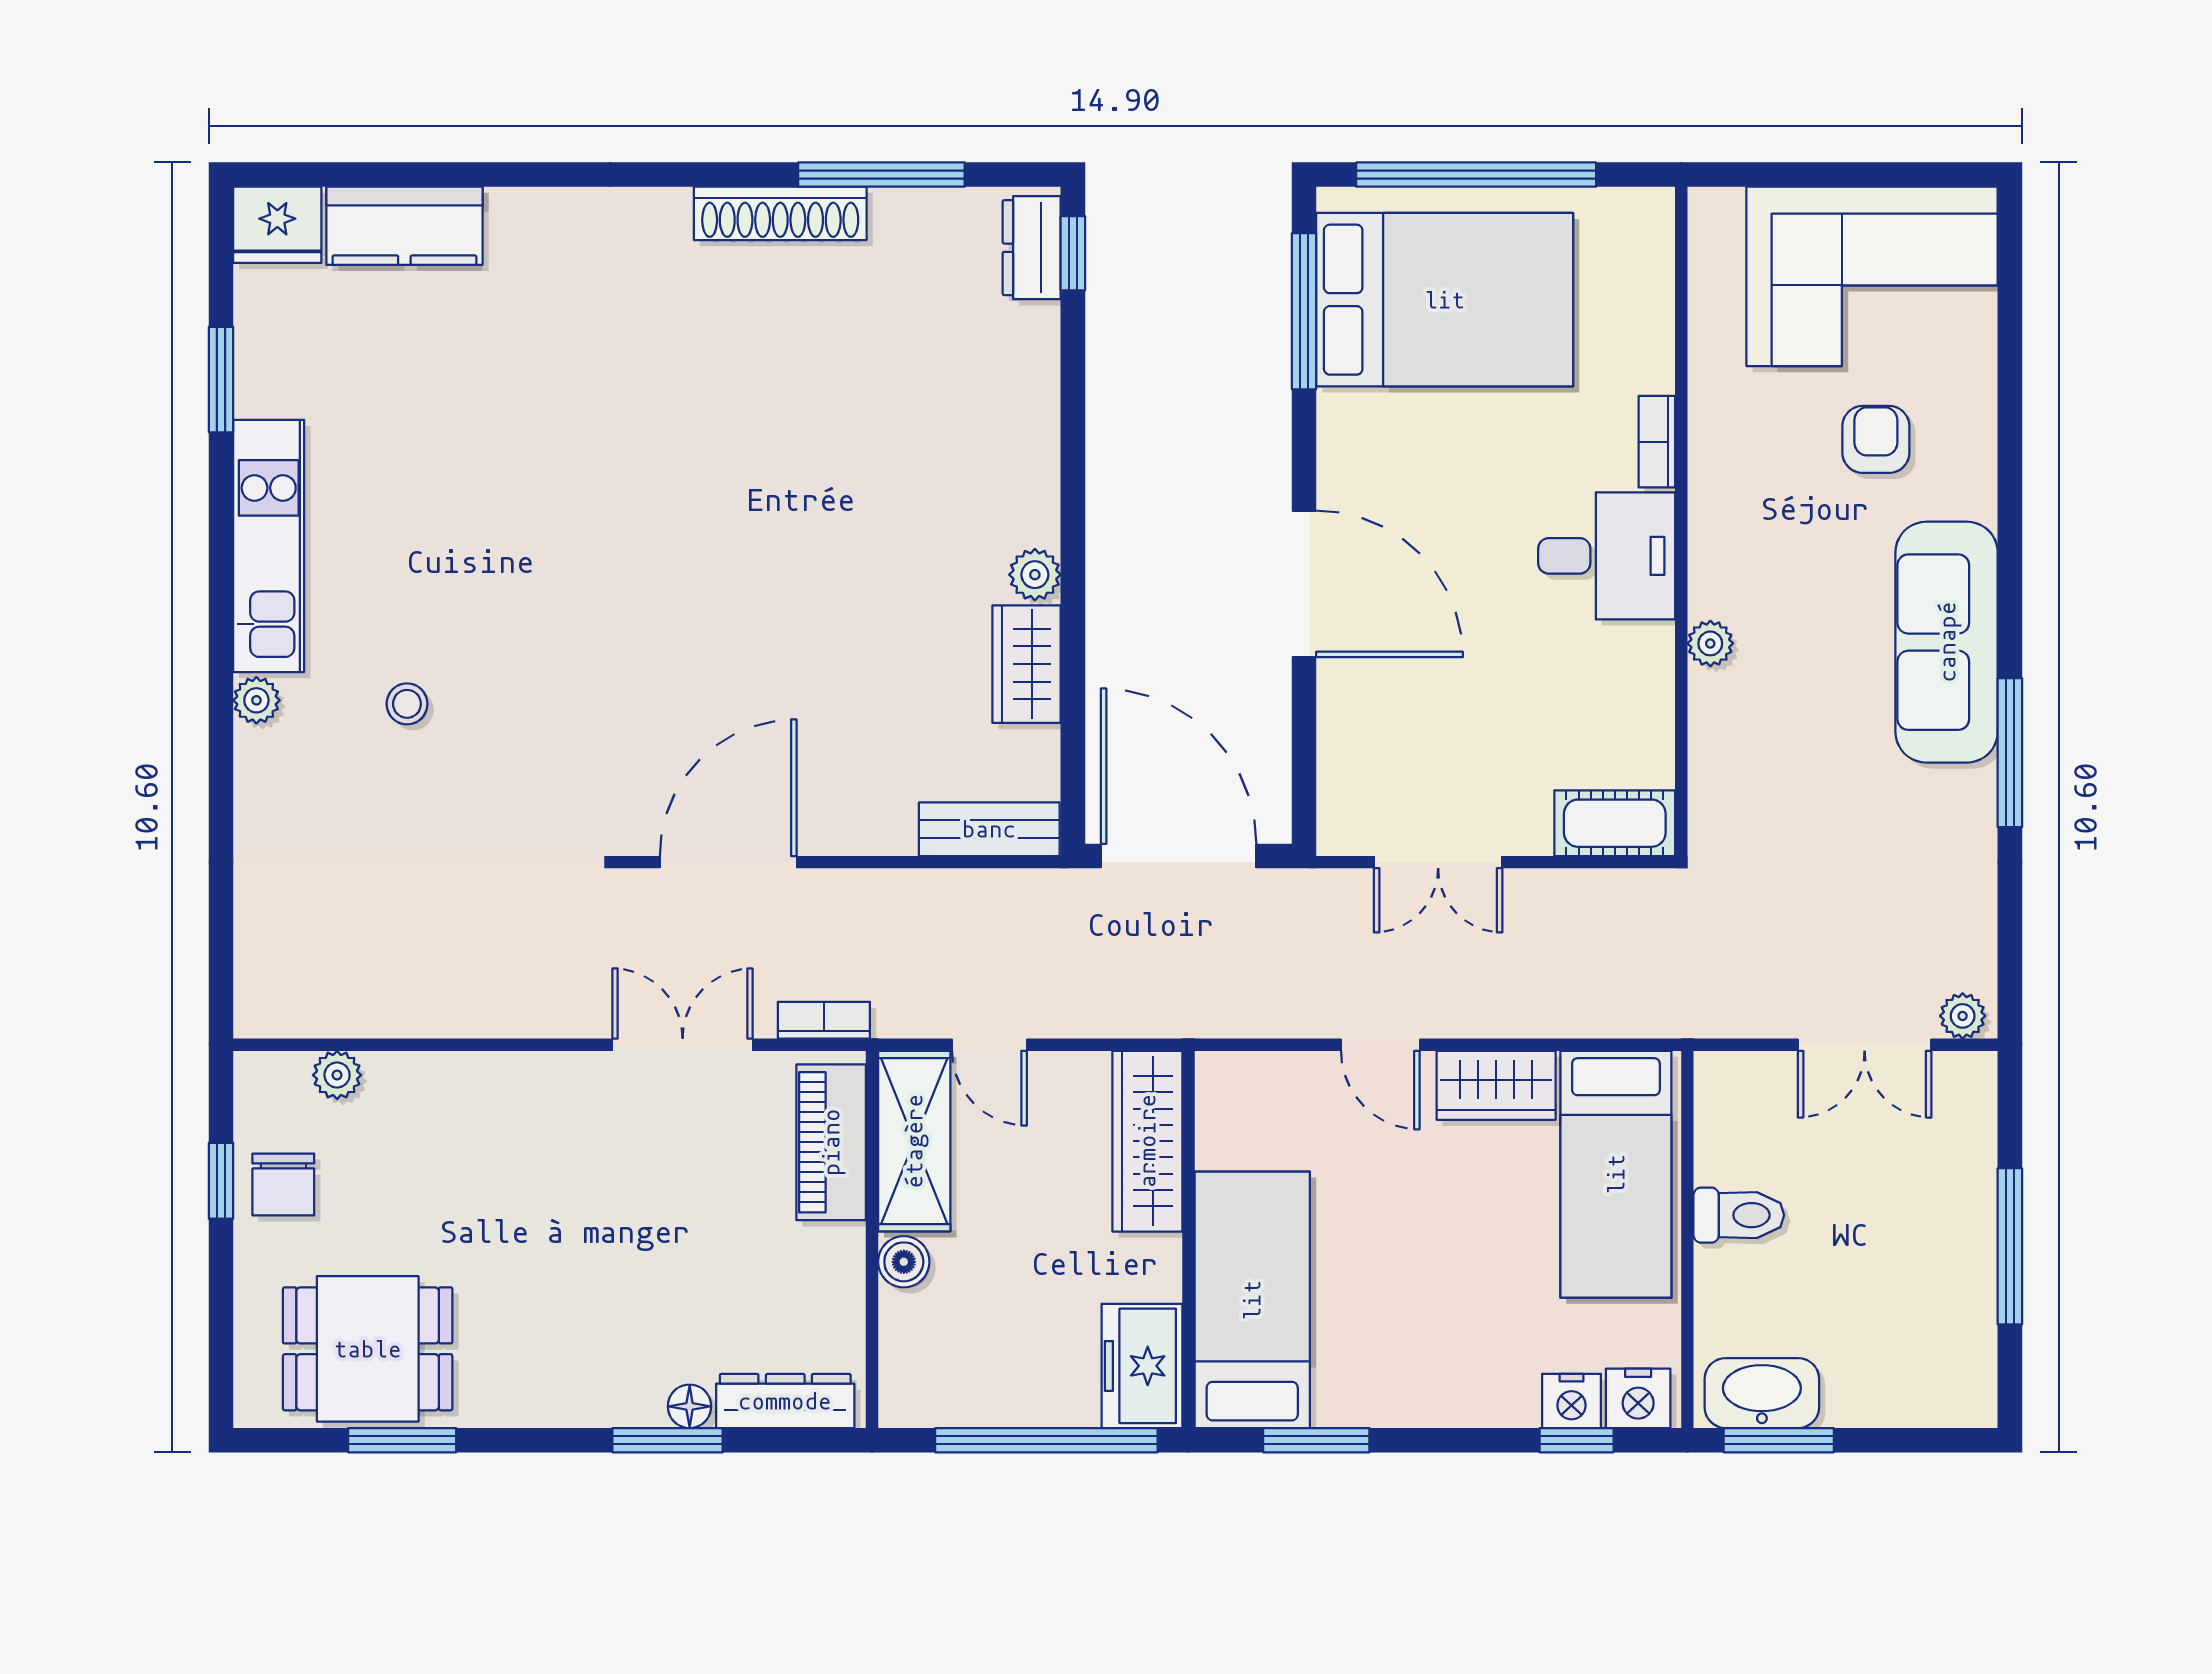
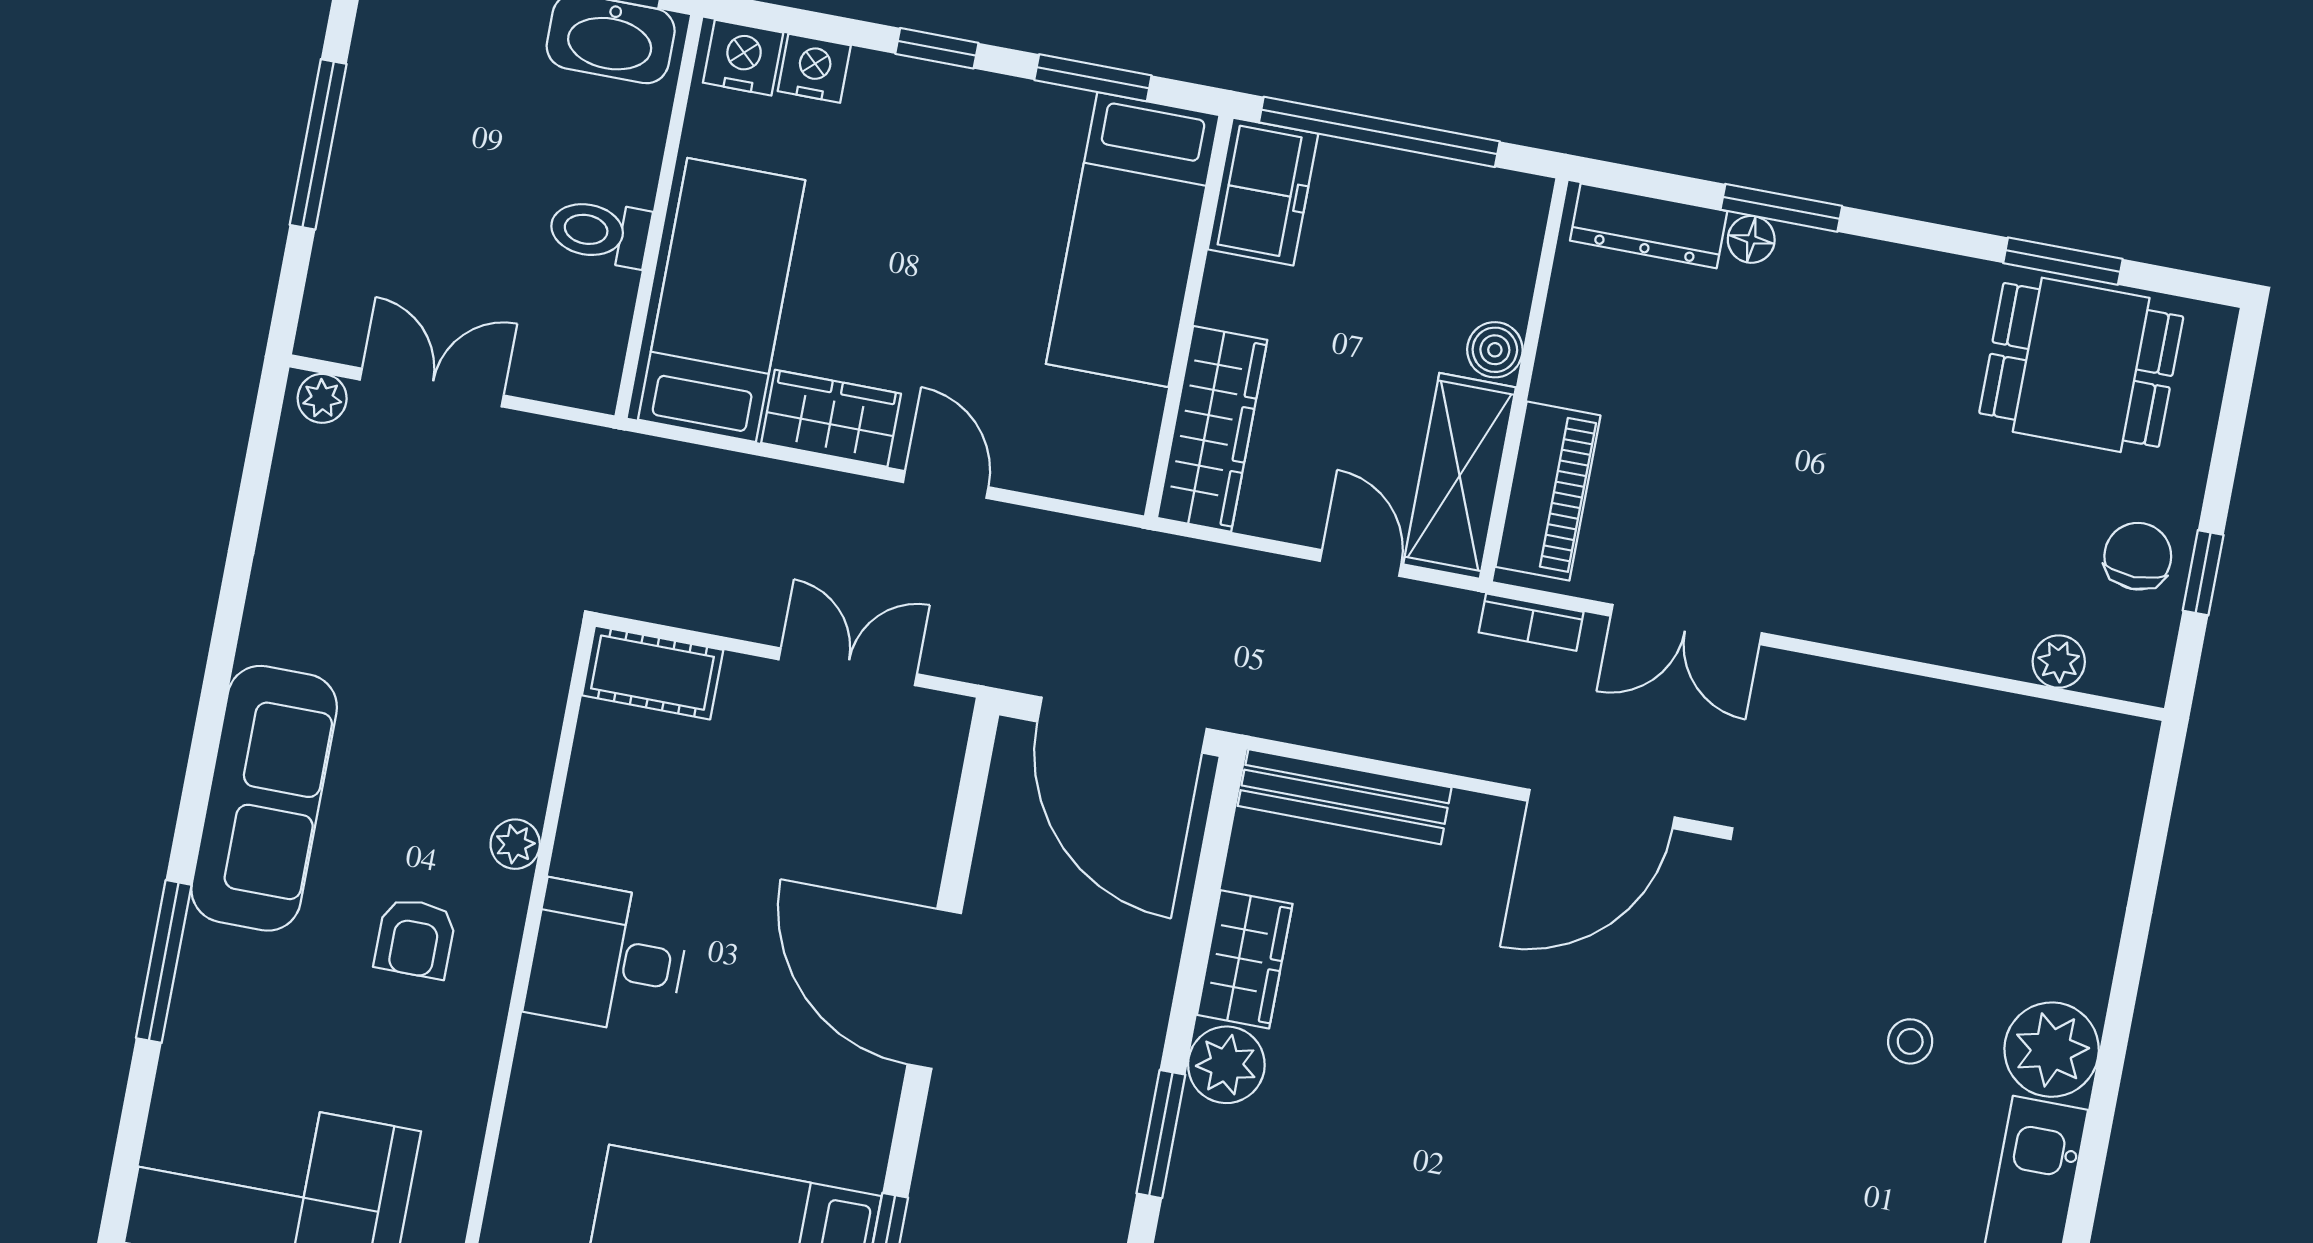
armchair: (1876, 439) -> (415, 938), moved
bookcase: (1657, 442) -> (531, 1069), removed
window: (1073, 491) -> (1161, 1134), added
plant: (1035, 575) -> (1226, 1065), width x1.38, depth x1.38
plant: (256, 700) -> (2052, 1050), width x1.88, depth x1.88
window: (2010, 753) -> (164, 961), moved
bench: (989, 829) -> (1345, 797), width x1.36
window: (1577, 1440) -> (937, 48), moved

